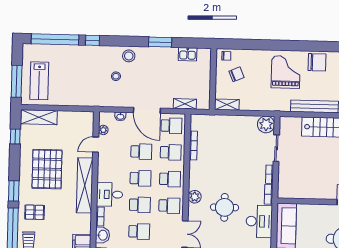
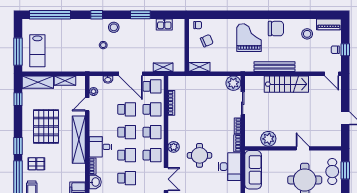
window: (92, 40) -> (97, 15), moved
shelving: (70, 116) -> (65, 81), added
plant: (305, 190) -> (268, 139), added

